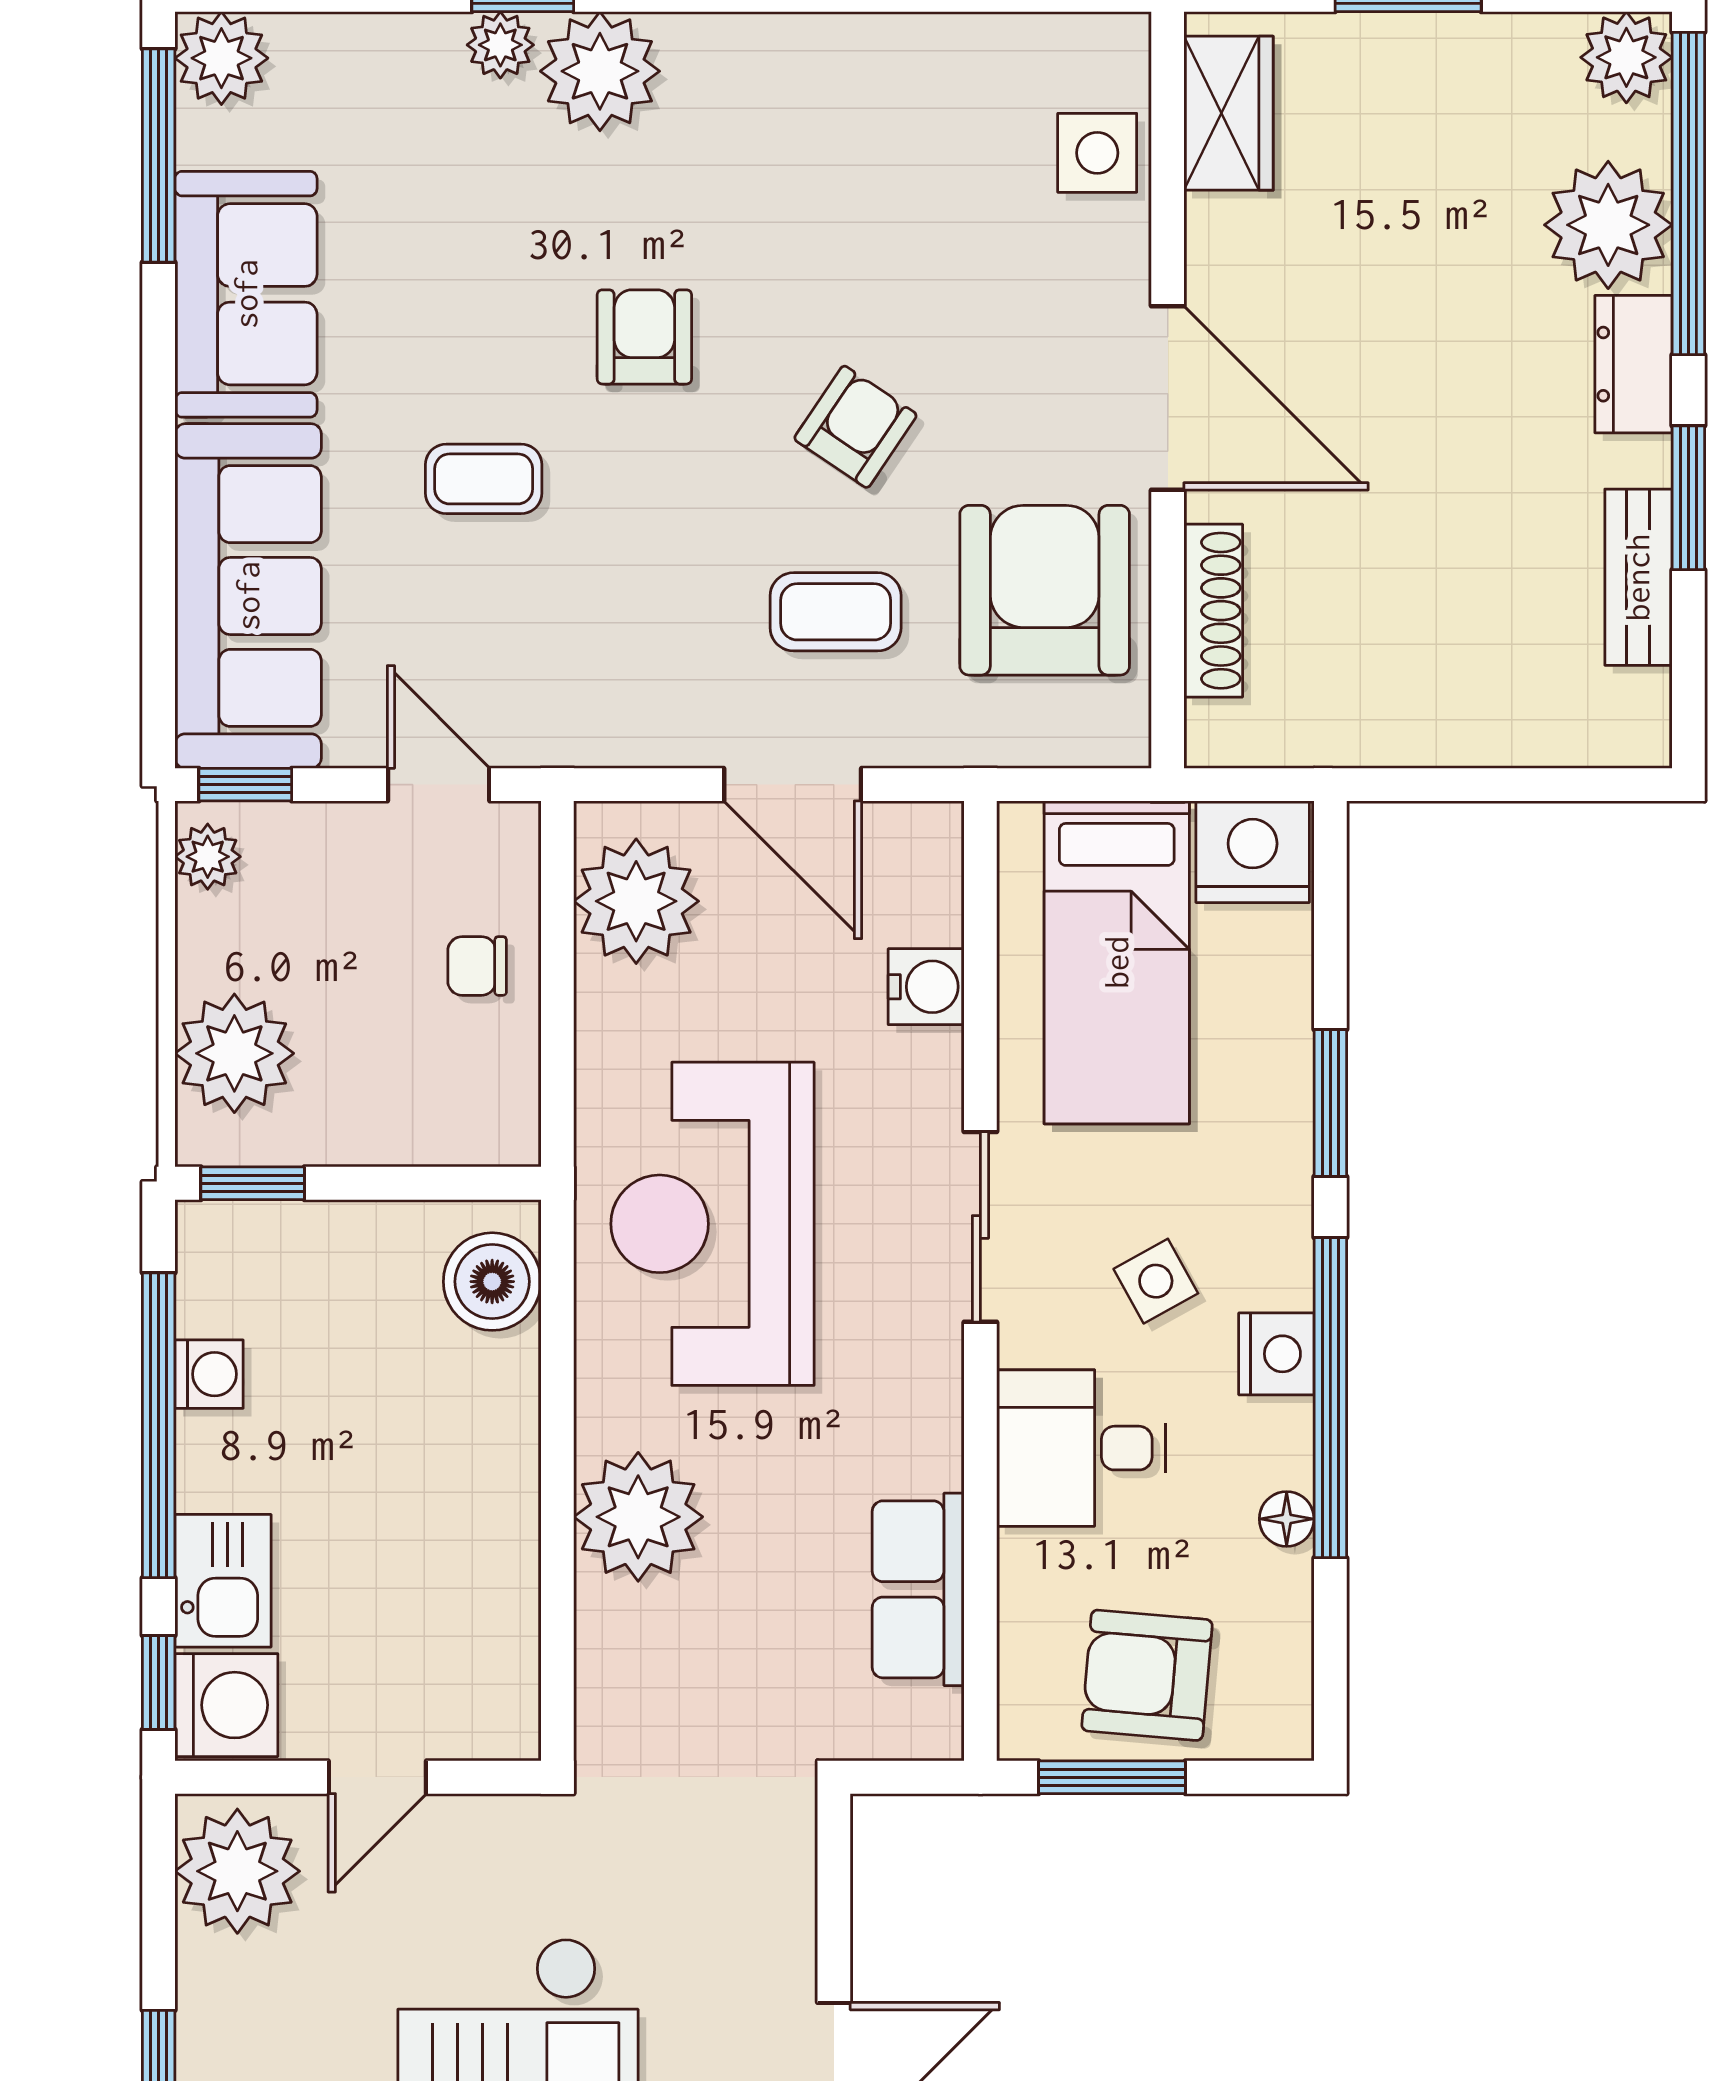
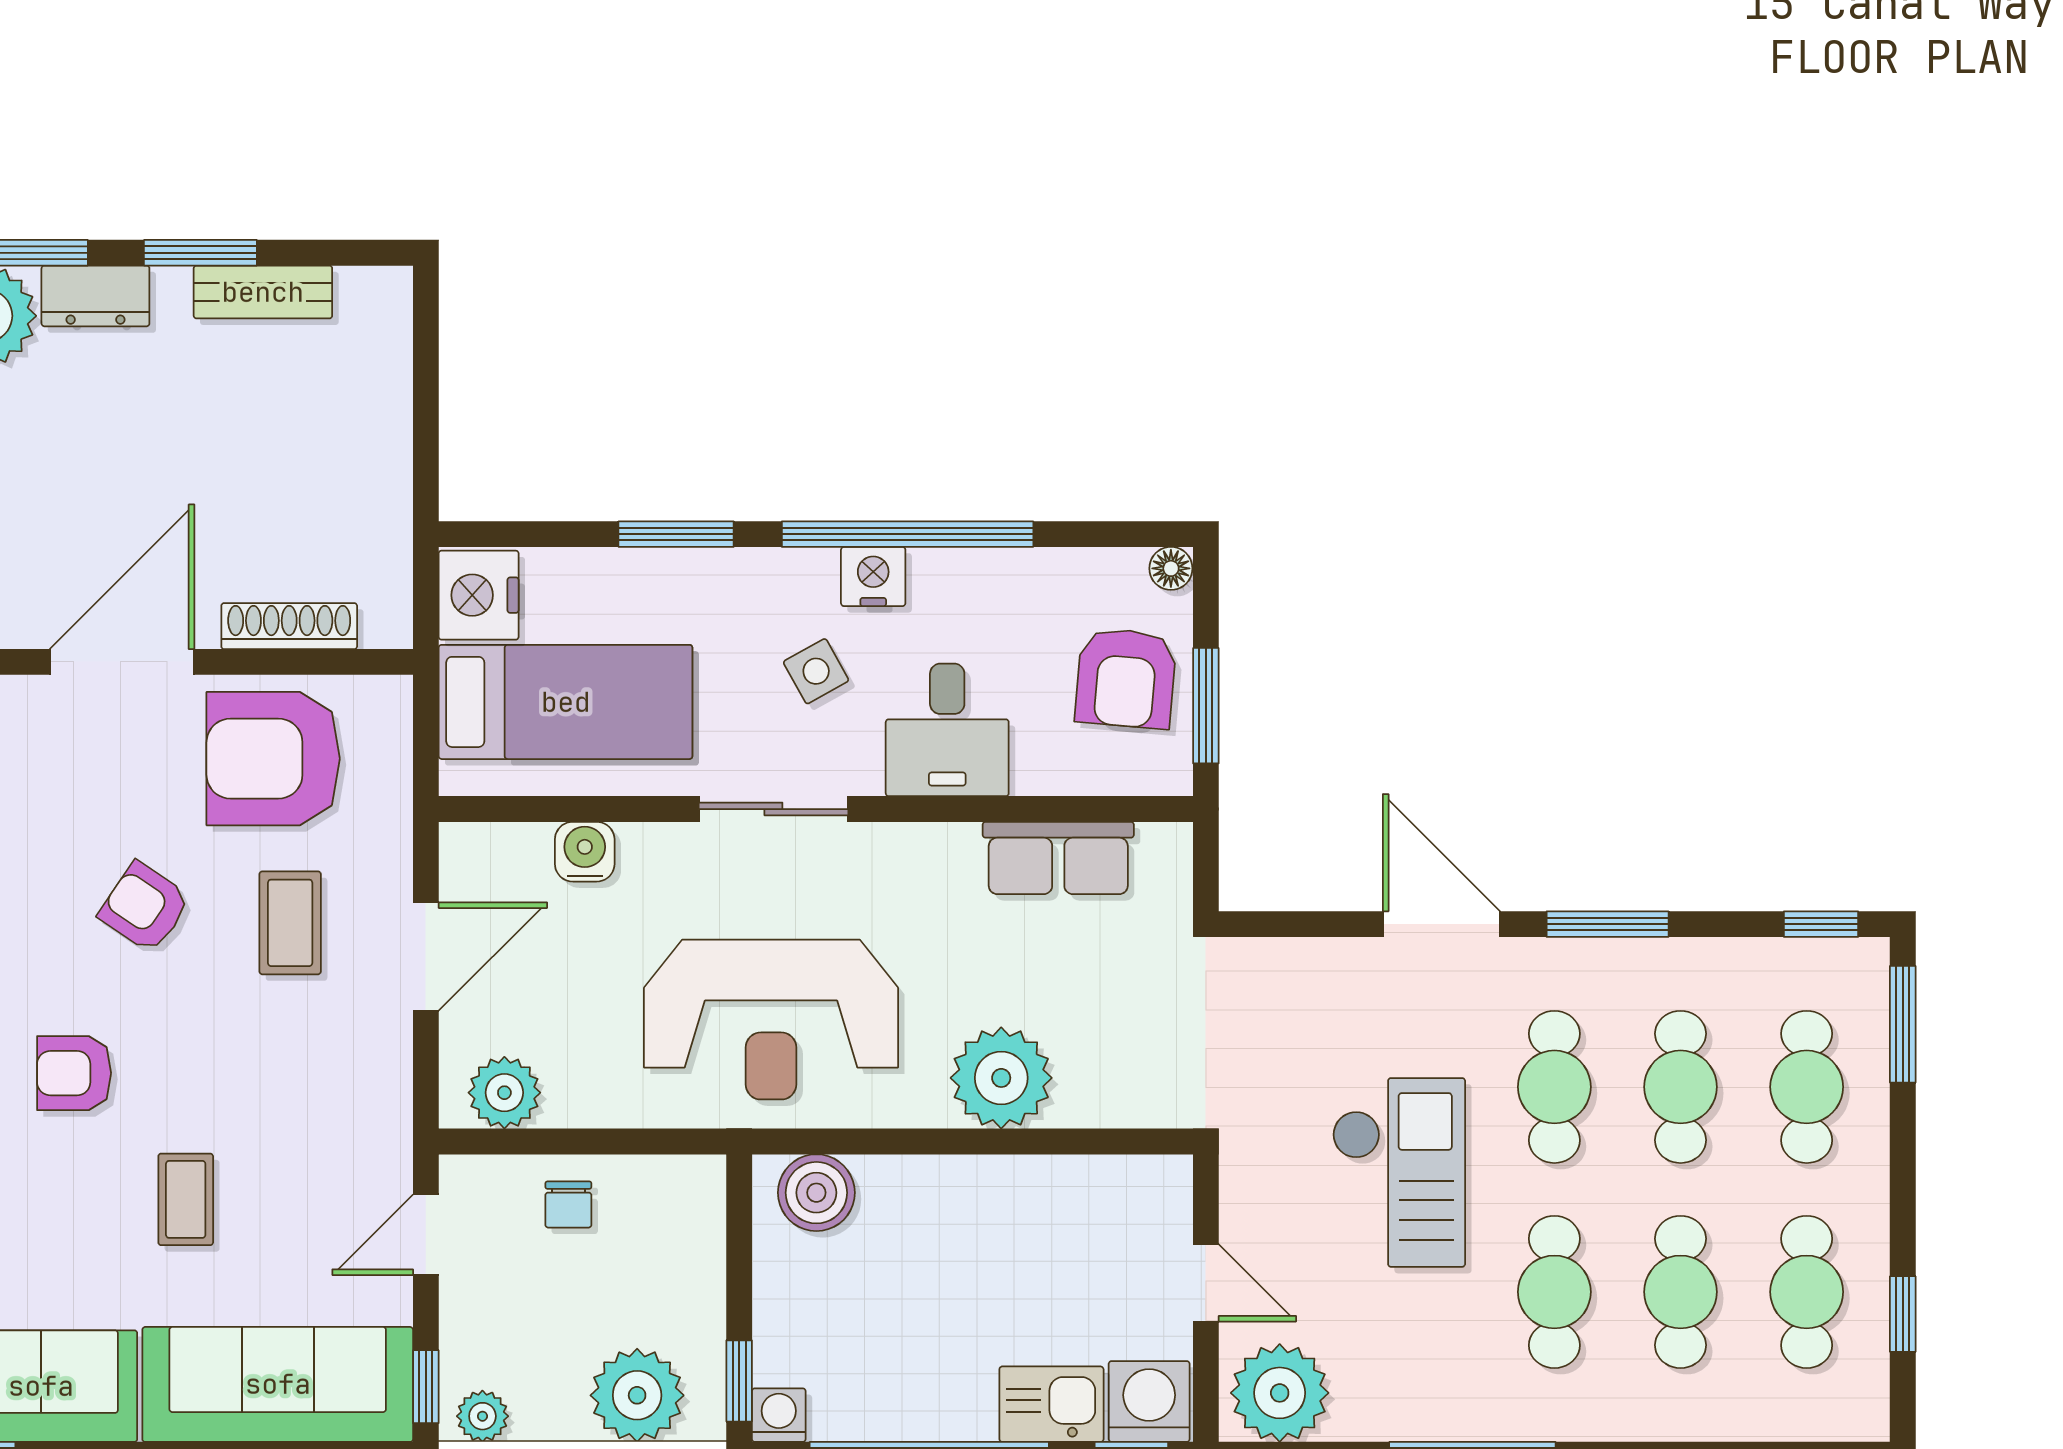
plant: (636, 901) -> (504, 1093), width x0.73, depth x0.73
washing machine: (209, 1374) -> (779, 1415), moved
floor lamp: (1287, 1519) -> (1171, 568), moved

